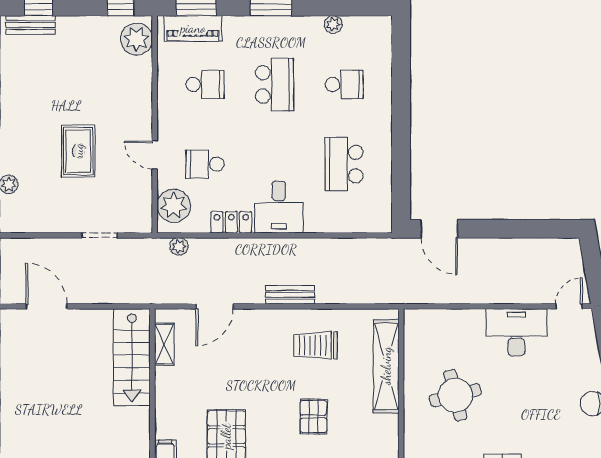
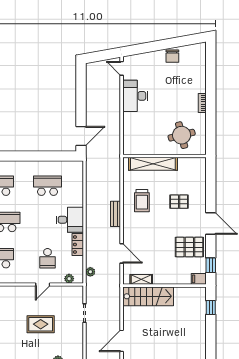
school desk: (344, 164) -> (47, 186), turned 180
plant: (174, 206) -> (69, 279), width x0.53, depth x0.53
round table: (455, 395) -> (182, 135), moved

